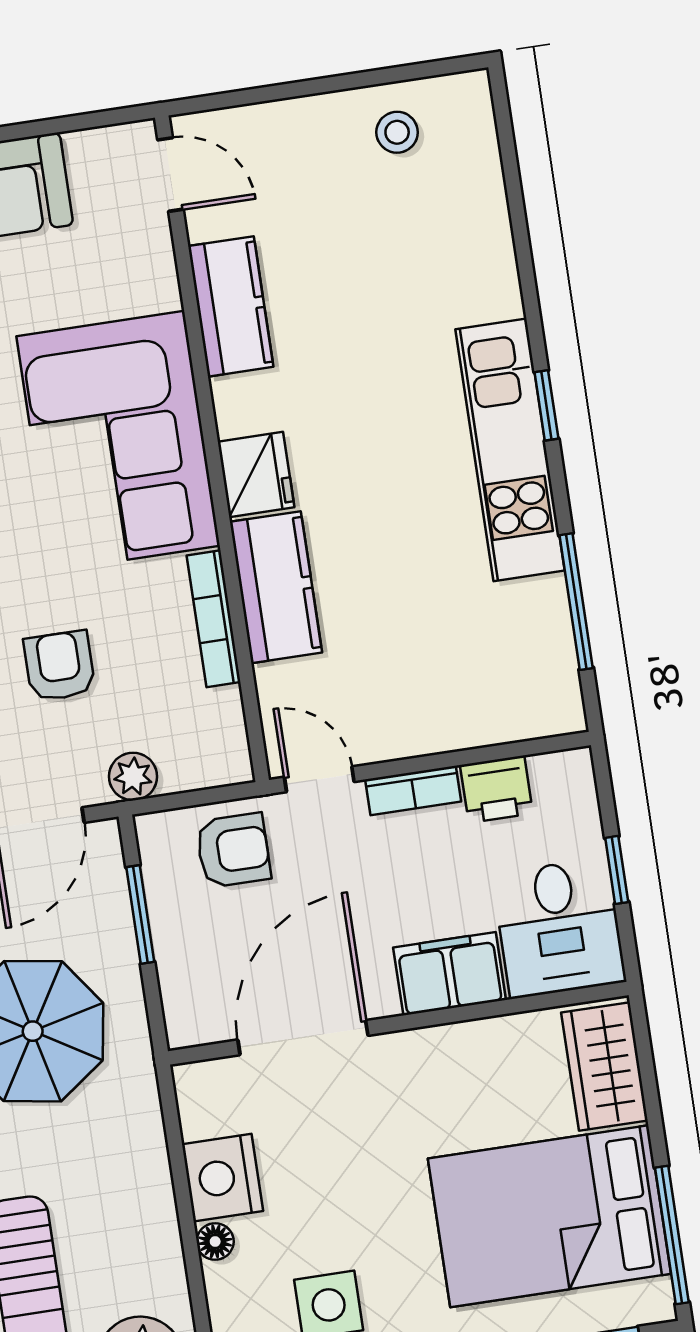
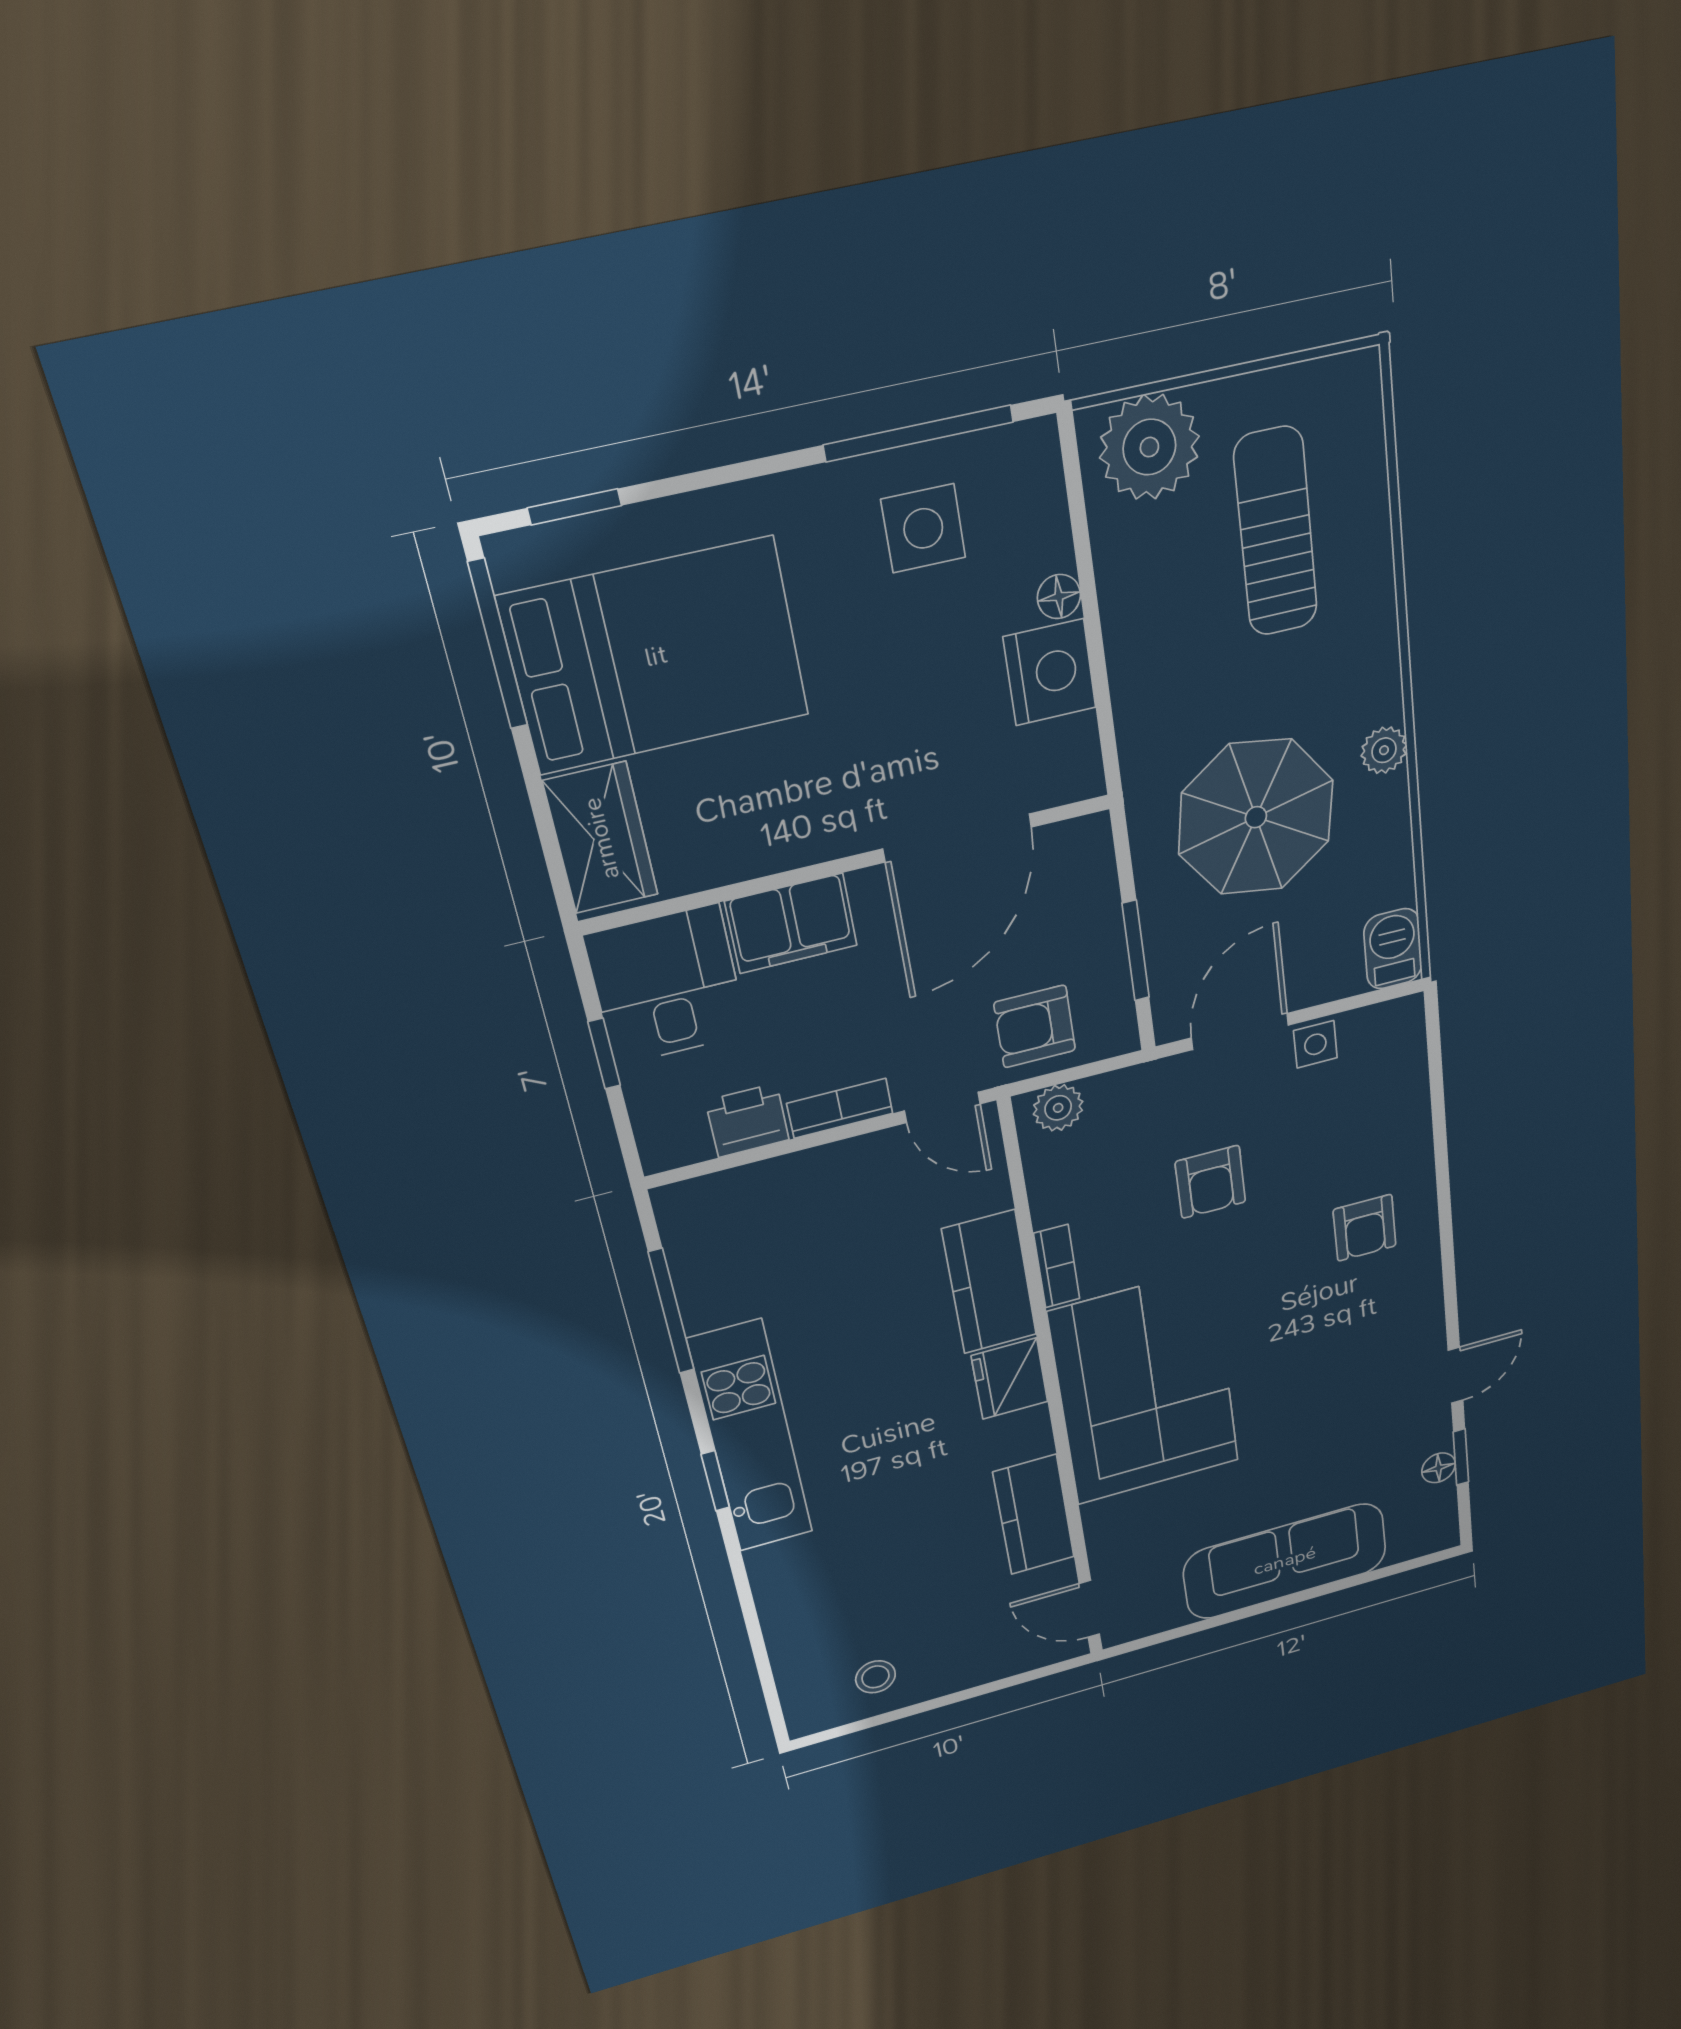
bookcase: (214, 619) -> (1057, 1266), width x0.64
plant: (133, 777) -> (1058, 1108), moved

